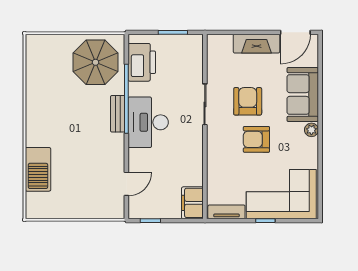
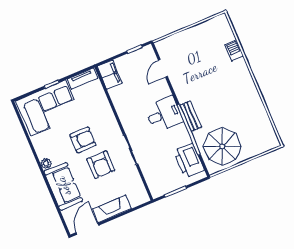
desk: (148, 122) -> (164, 114), width x0.73
barbecue: (38, 169) -> (234, 51), width x0.53, depth x0.65

